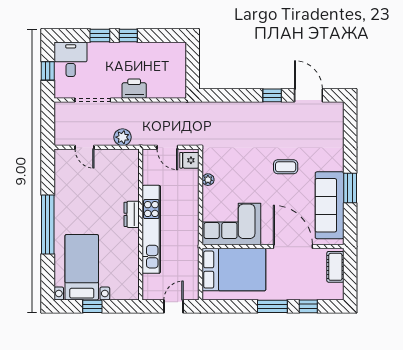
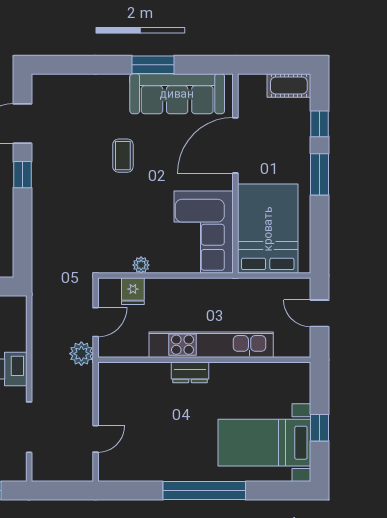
plant: (123, 137) -> (81, 354), moved
fridge: (189, 160) -> (133, 291), moved
cot: (335, 267) -> (289, 86), moved

